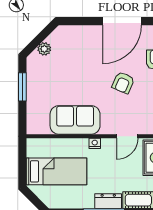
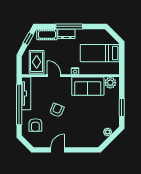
door: (122, 21) -> (58, 150), width x0.53
plant: (40, 125) -> (110, 83), added
door: (127, 136) -> (54, 76), hinge flipped

